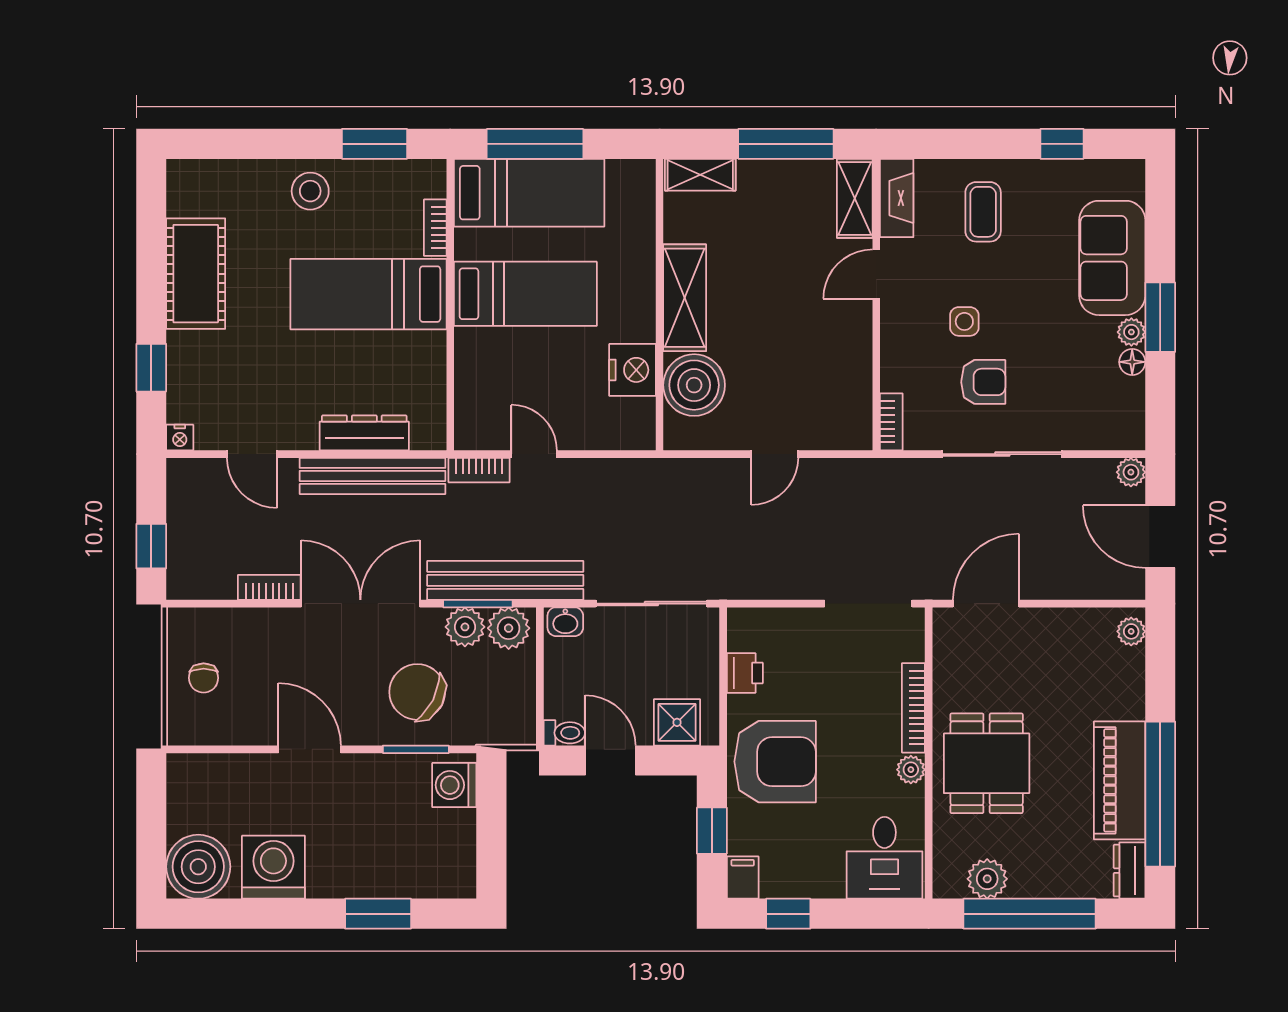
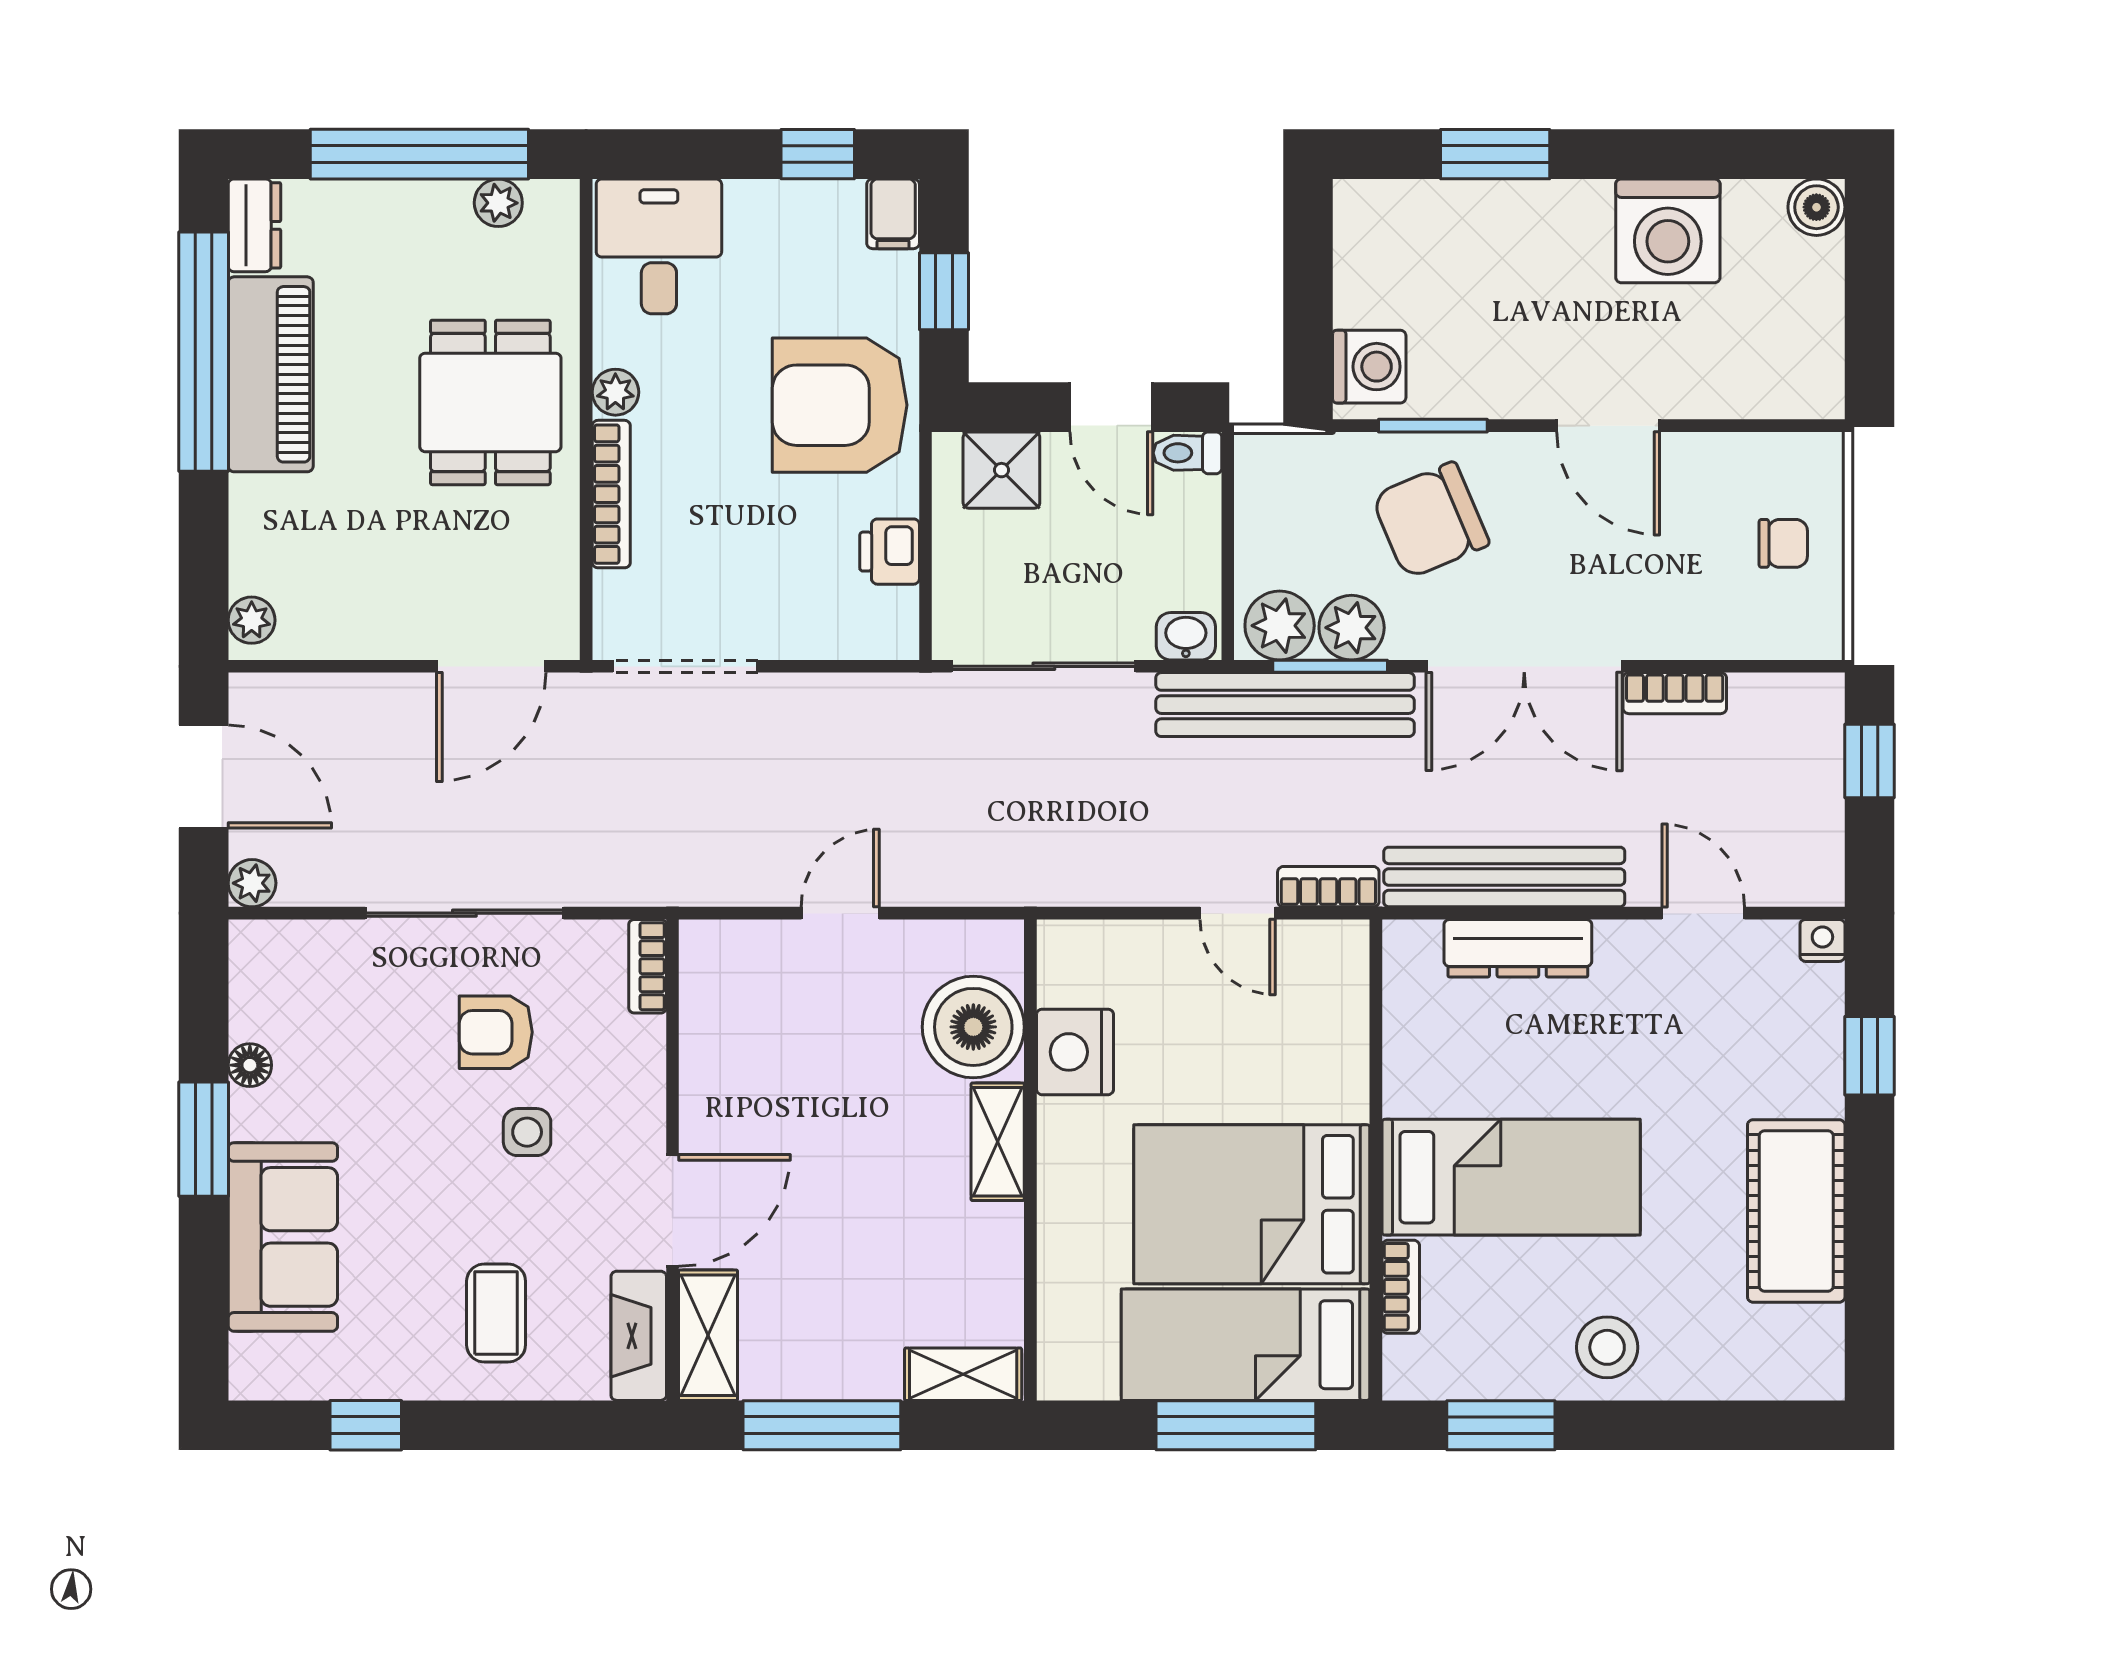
door: (876, 274) -> (673, 1210), width x1.38
bed: (525, 294) -> (1252, 1204), width x1.50
shelving: (685, 298) -> (998, 1142), width x0.67, depth x0.75
plant: (1131, 332) -> (251, 1115), removed
chair: (204, 678) -> (1783, 543), turned 90
chair: (417, 692) -> (1430, 520), turned 130
boiler: (198, 867) -> (1816, 207), width x0.54, depth x0.54
plant: (987, 879) -> (498, 203), width x0.73, depth x0.73

